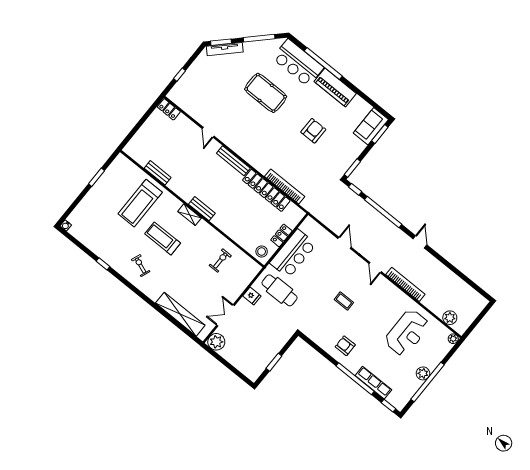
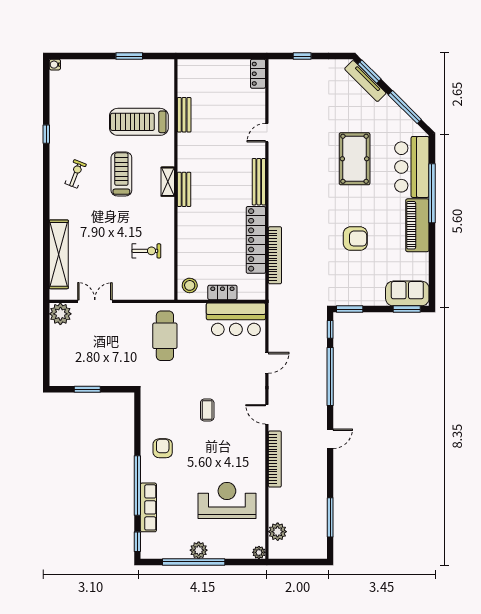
bar counter: (293, 254) -> (236, 319), moved
door: (375, 268) -> (267, 414), hinge flipped
window: (467, 280) -> (330, 517), added
fridge: (252, 296) -> (136, 312), removed
reception desk: (407, 333) -> (227, 500), turned 180

